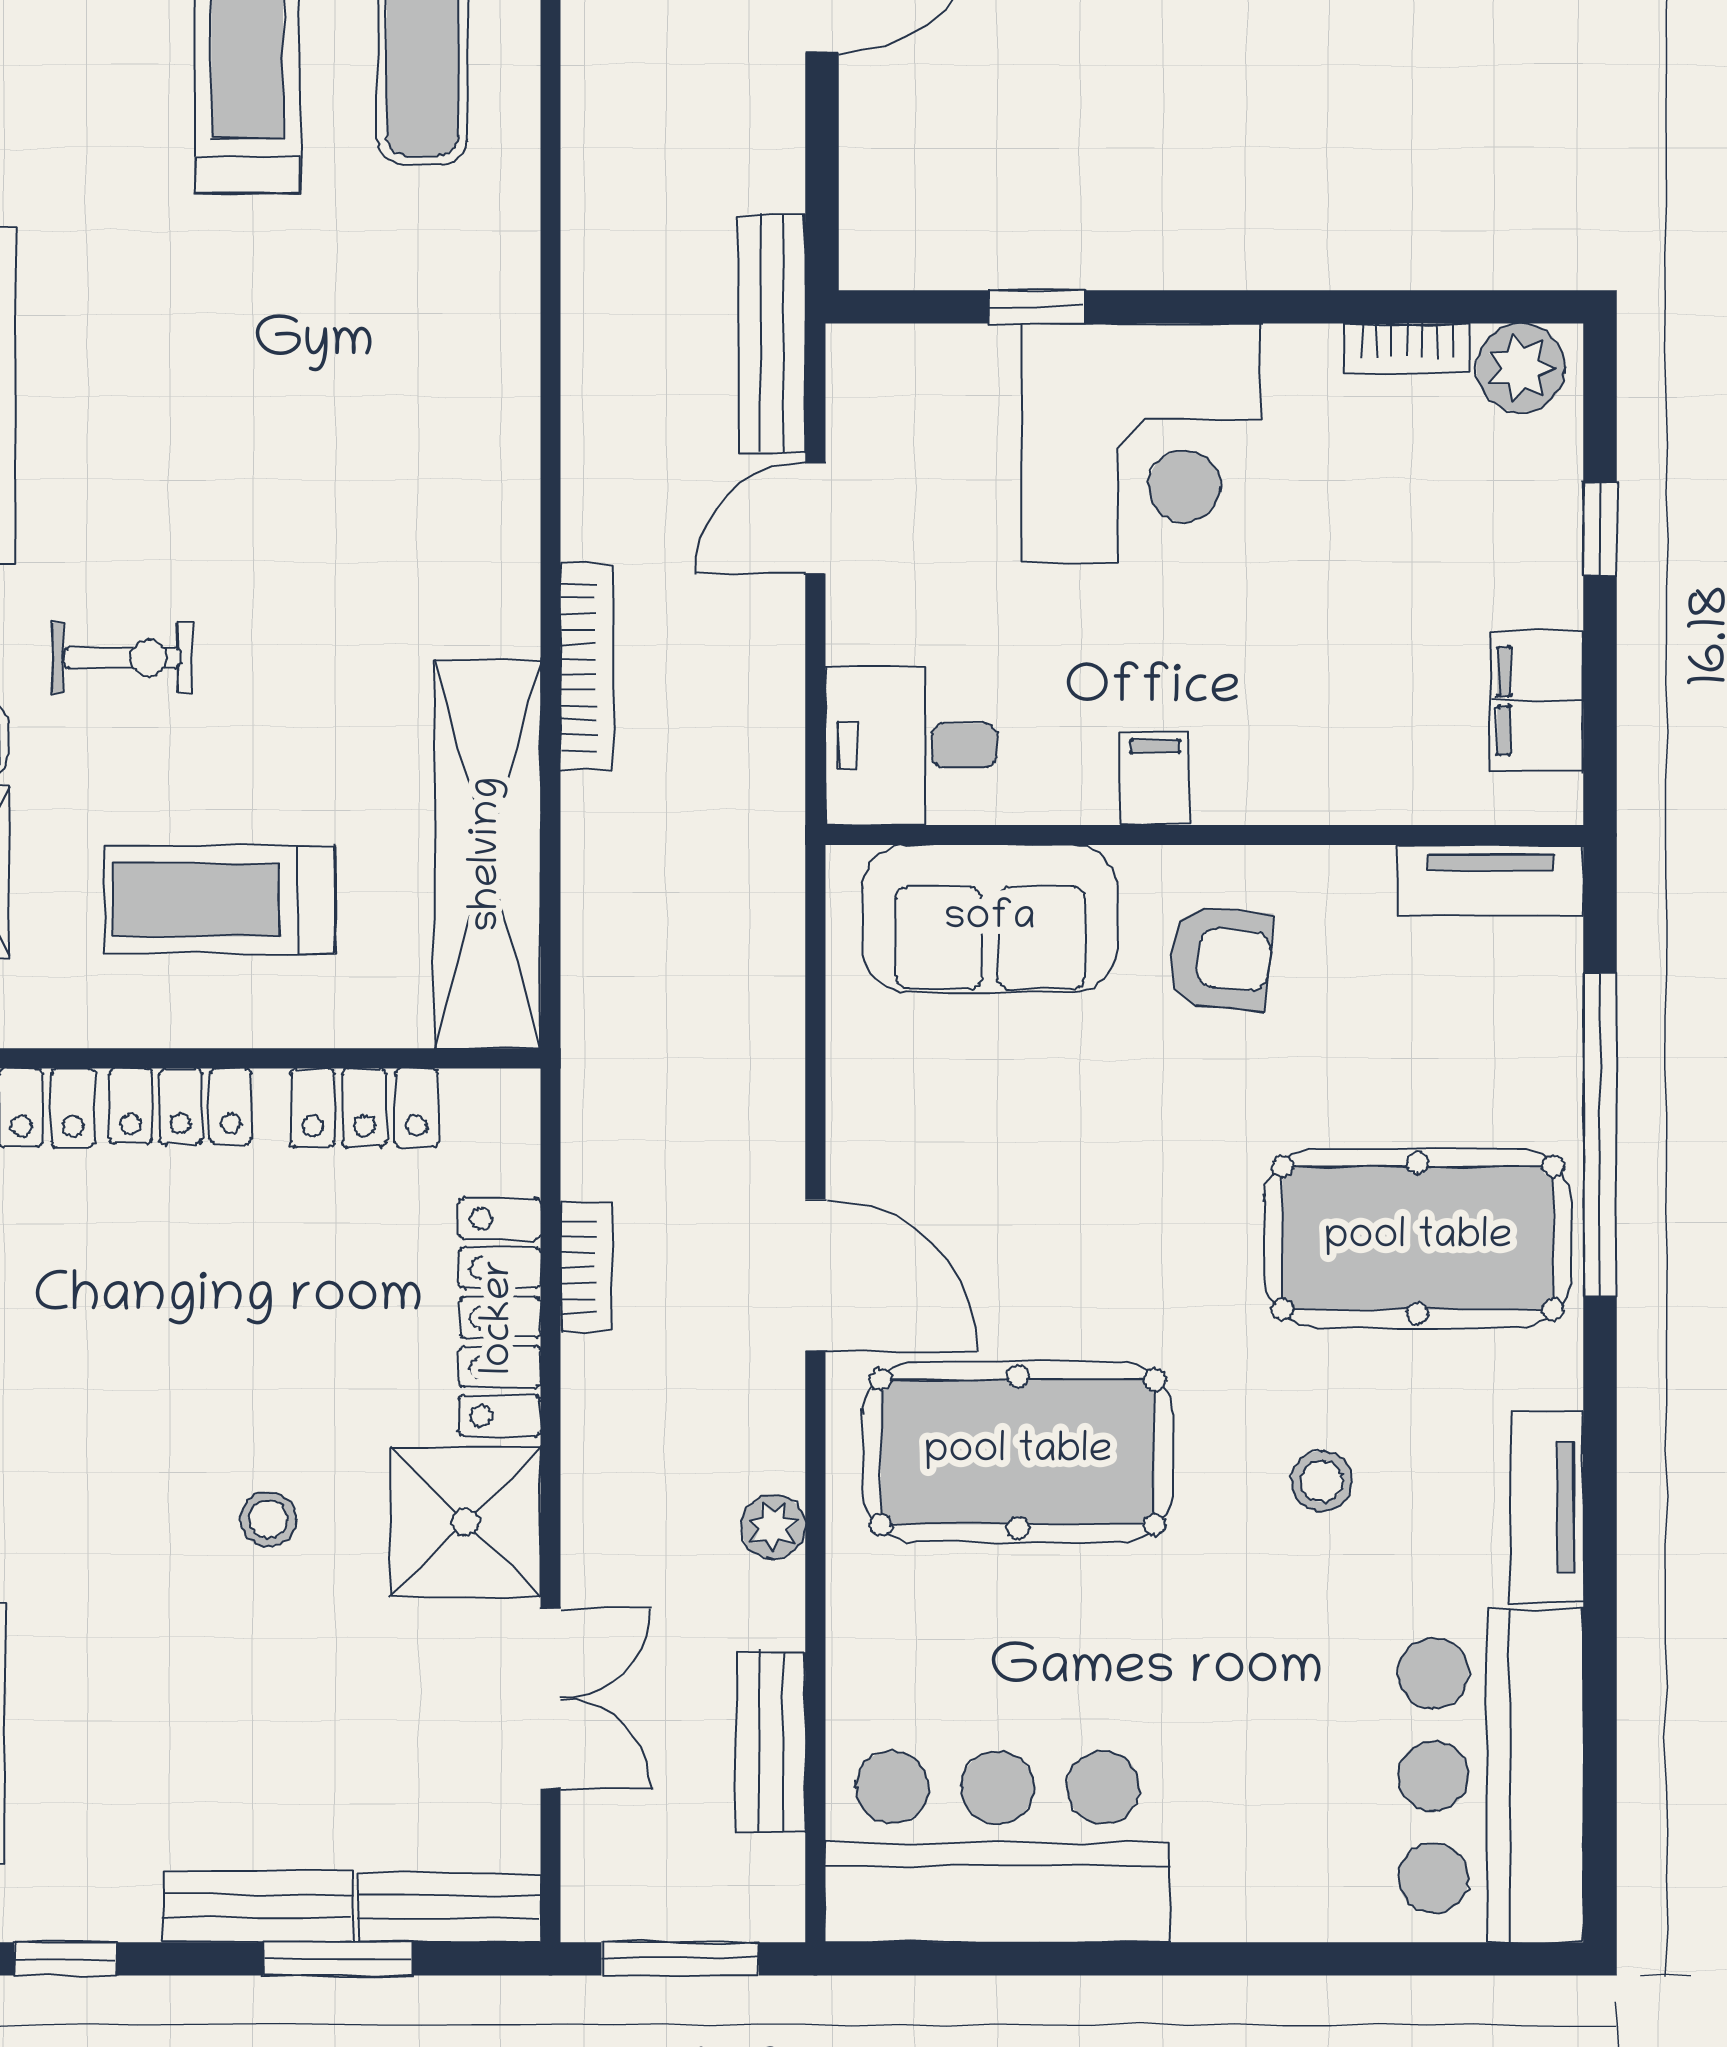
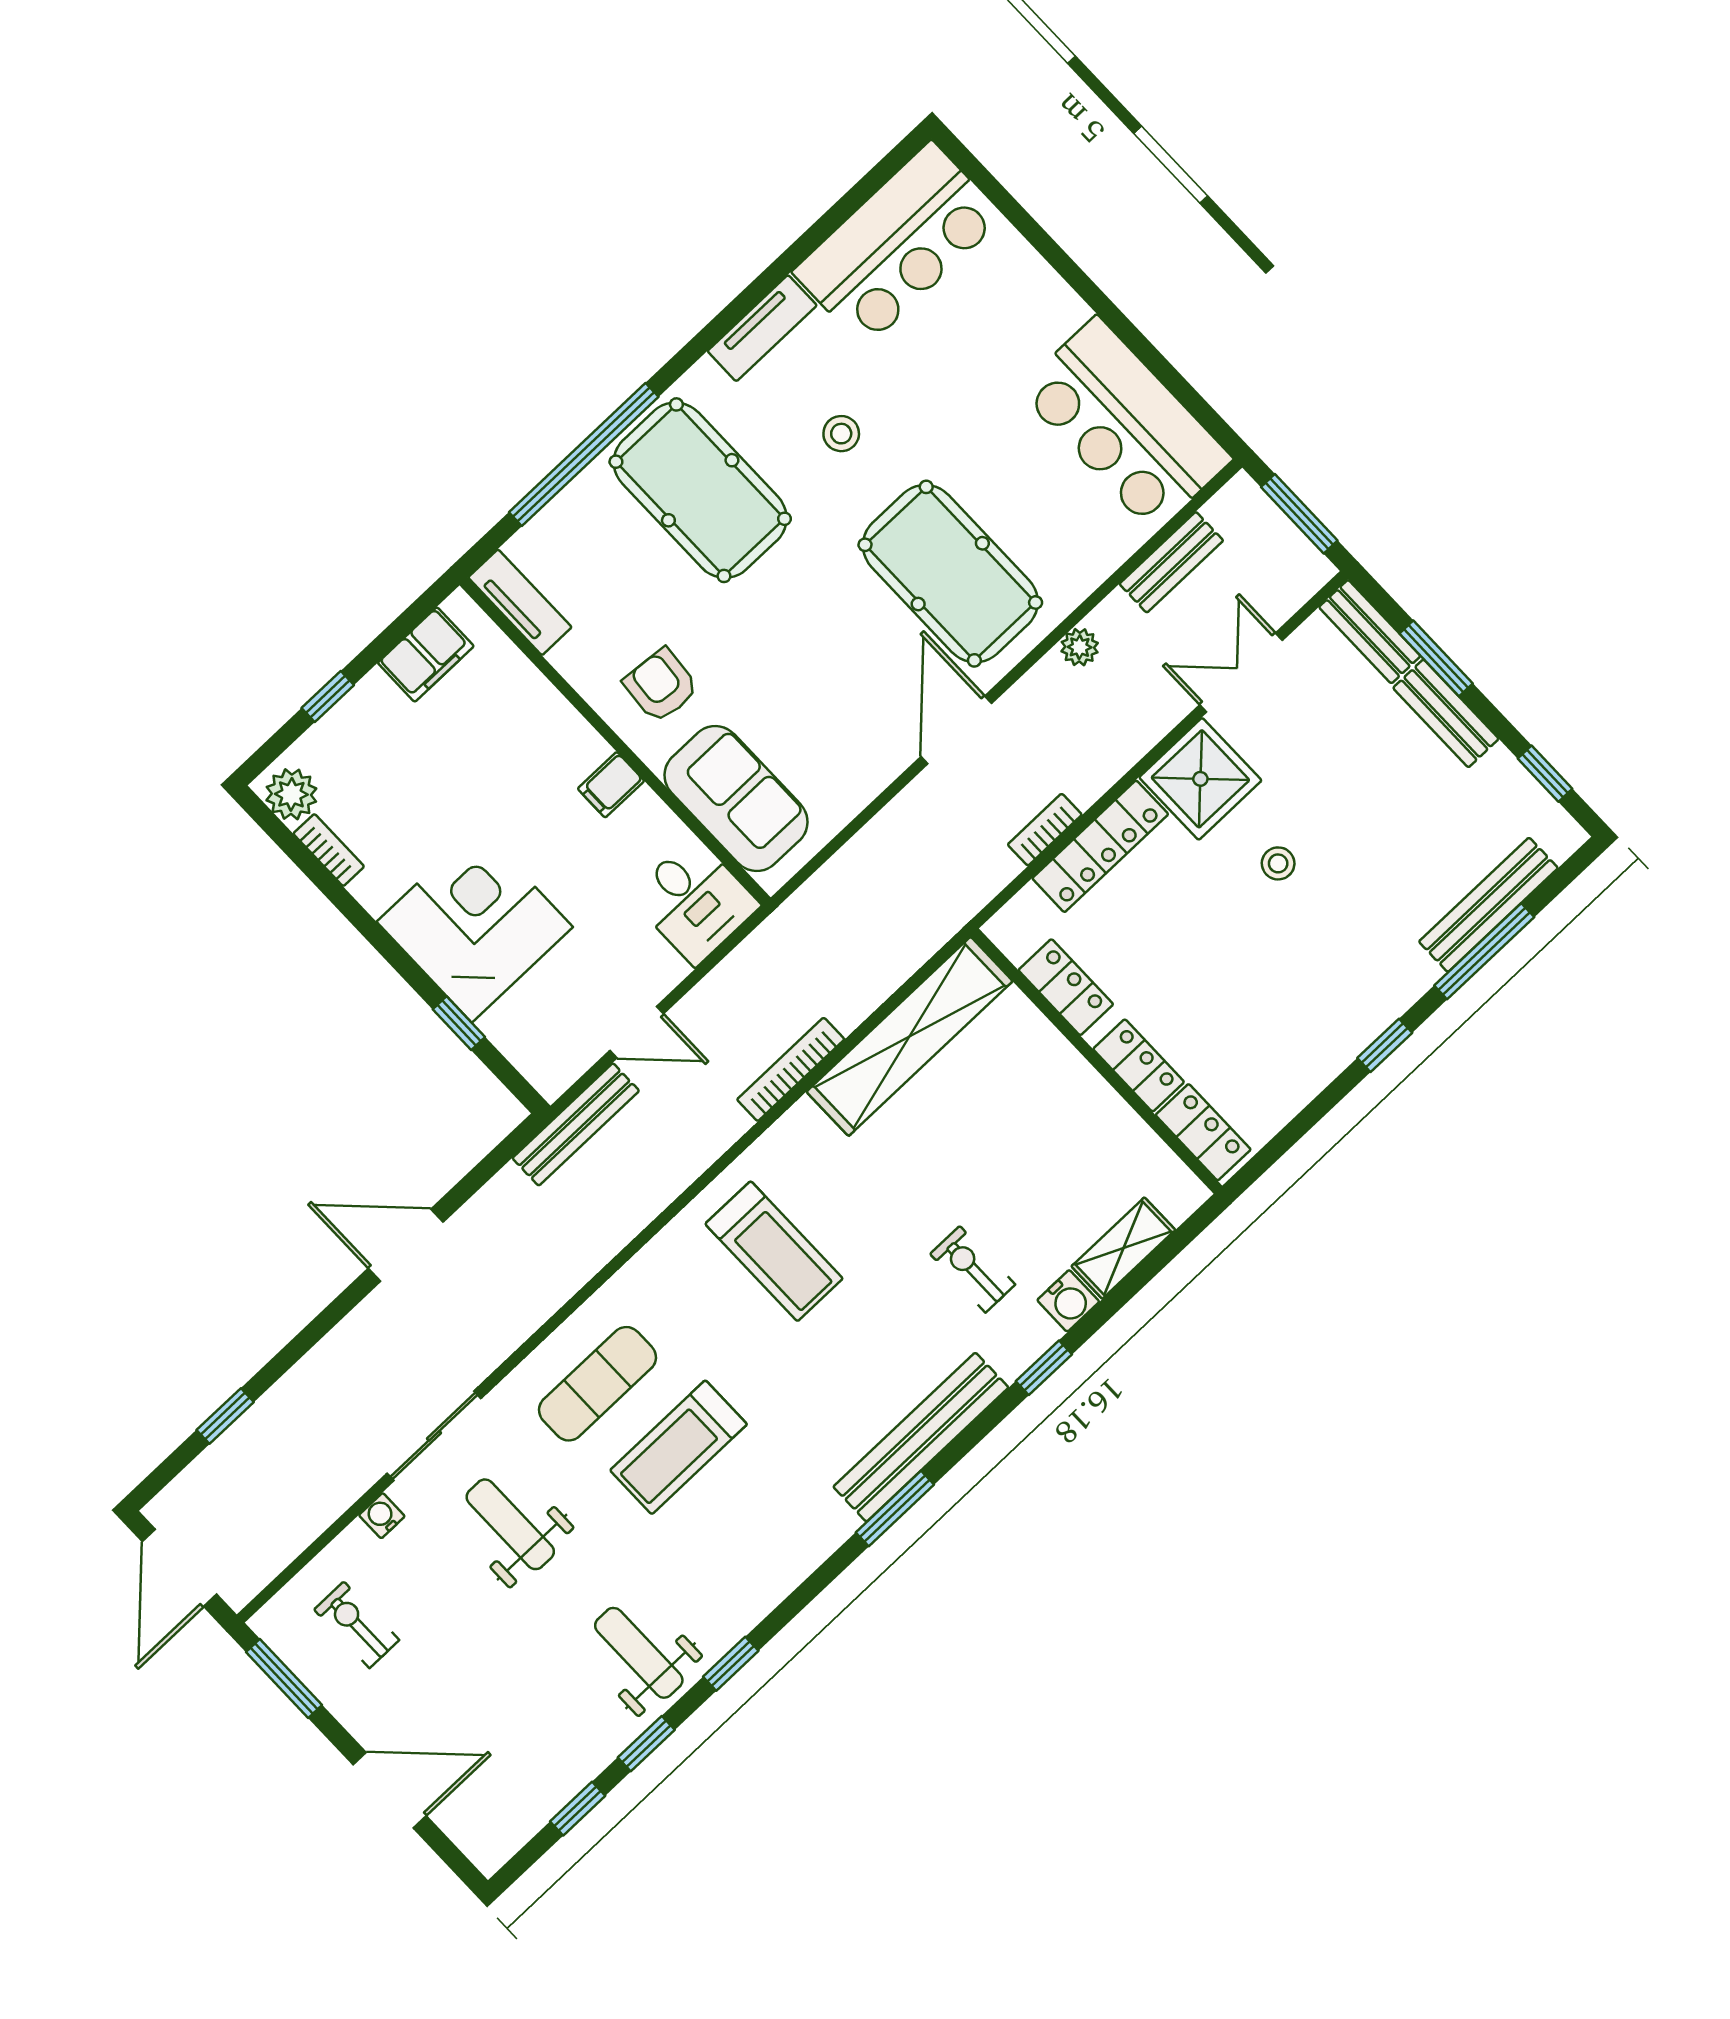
treadmill: (219, 900) -> (774, 1251), moved

